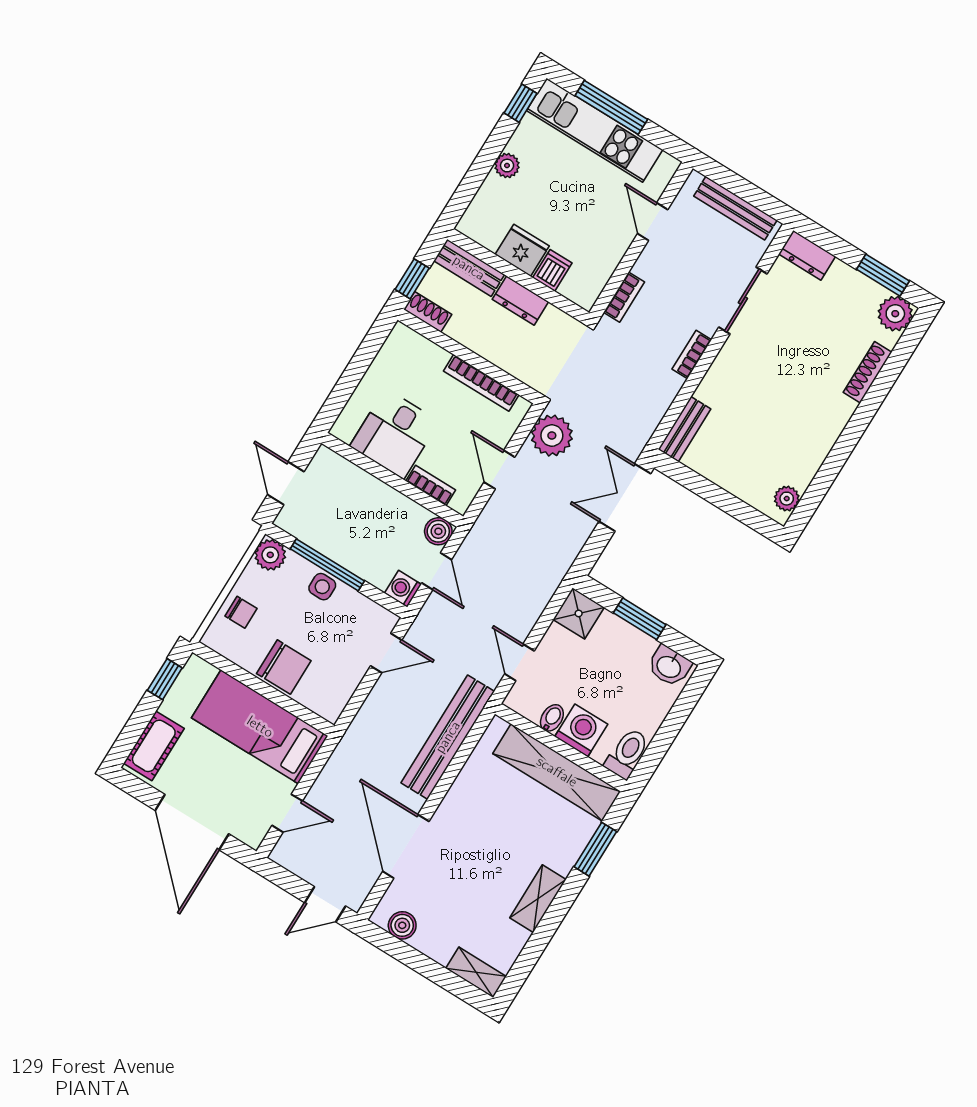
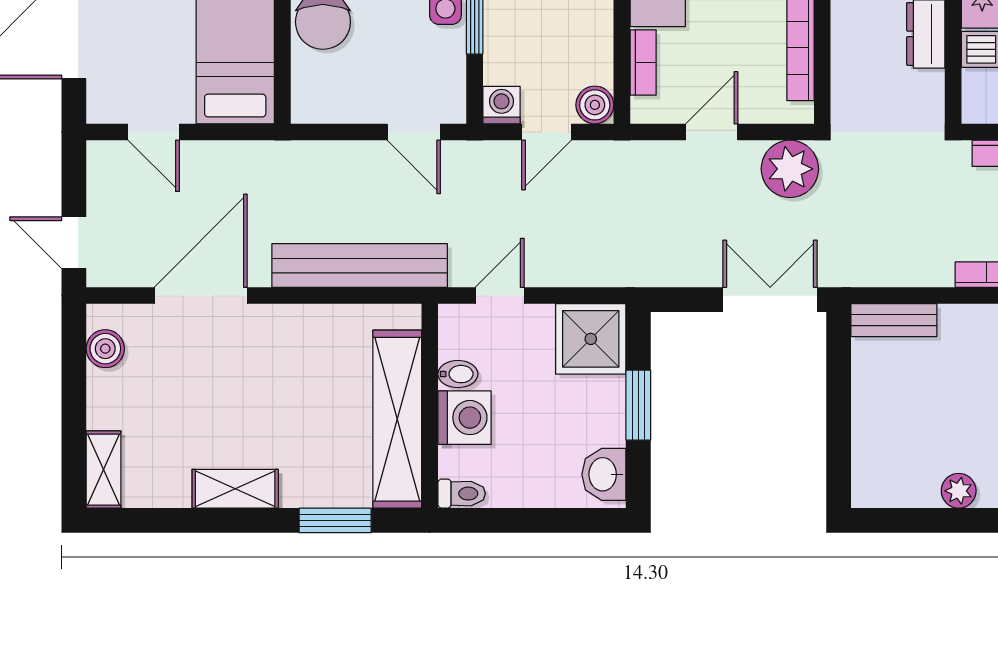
plant: (787, 499) -> (959, 491), moved
shower: (579, 613) -> (591, 339), width x1.36, depth x1.36
toilet: (627, 753) -> (462, 494), width x0.73, depth x0.72

